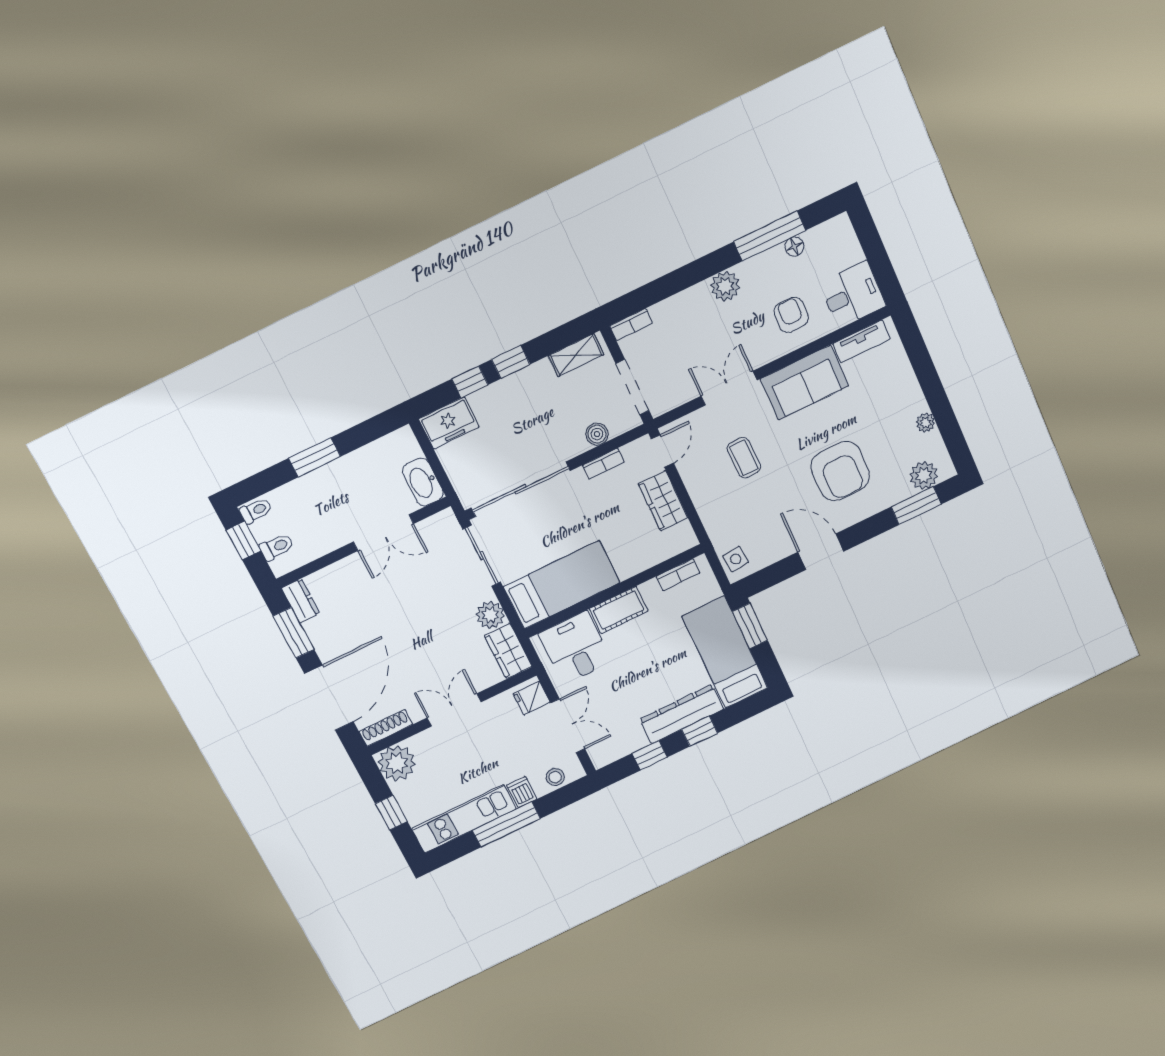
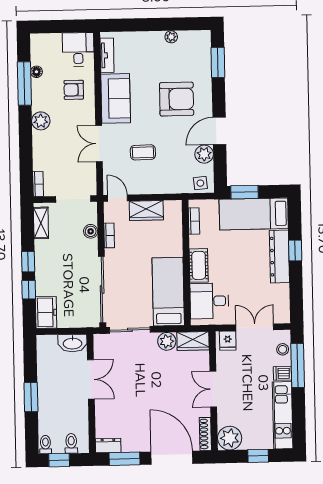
plant: (924, 475) -> (204, 154), moved
window: (650, 755) -> (296, 287), removed
window: (506, 825) -> (298, 365), moved

